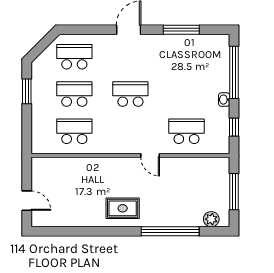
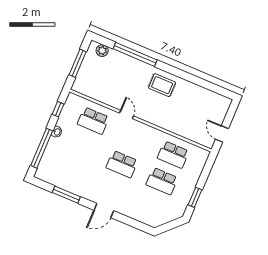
school desk: (74, 57) -> (151, 208), removed
door: (27, 201) -> (222, 134), moved

